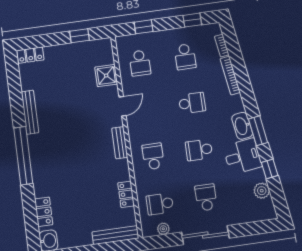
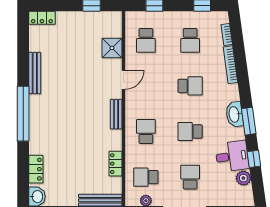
desk: (243, 156) -> (232, 156), moved

